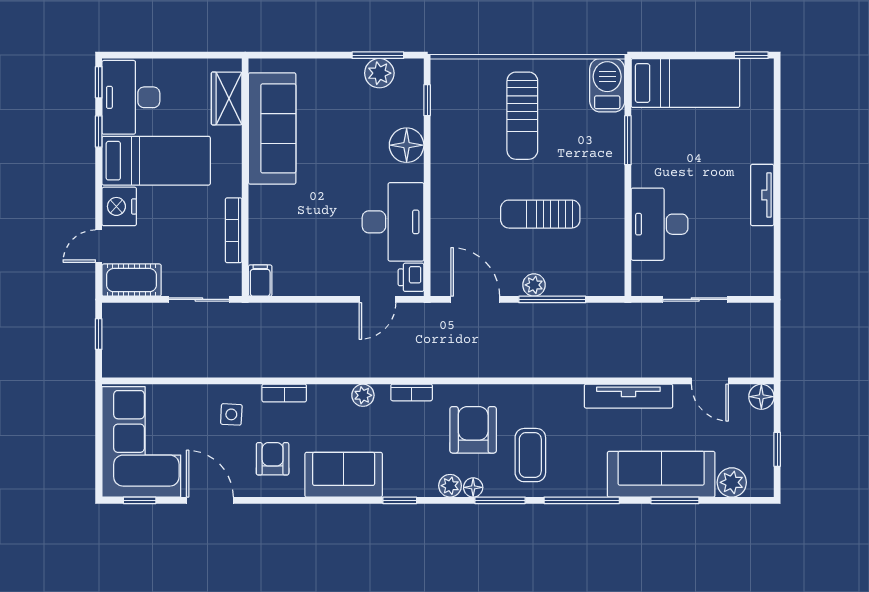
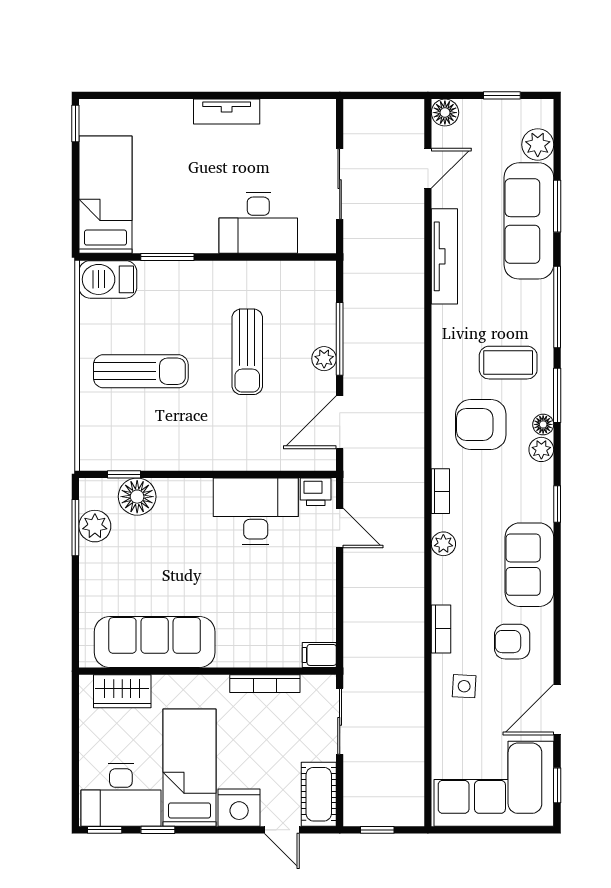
floor lamp: (407, 145) -> (137, 497), moved

